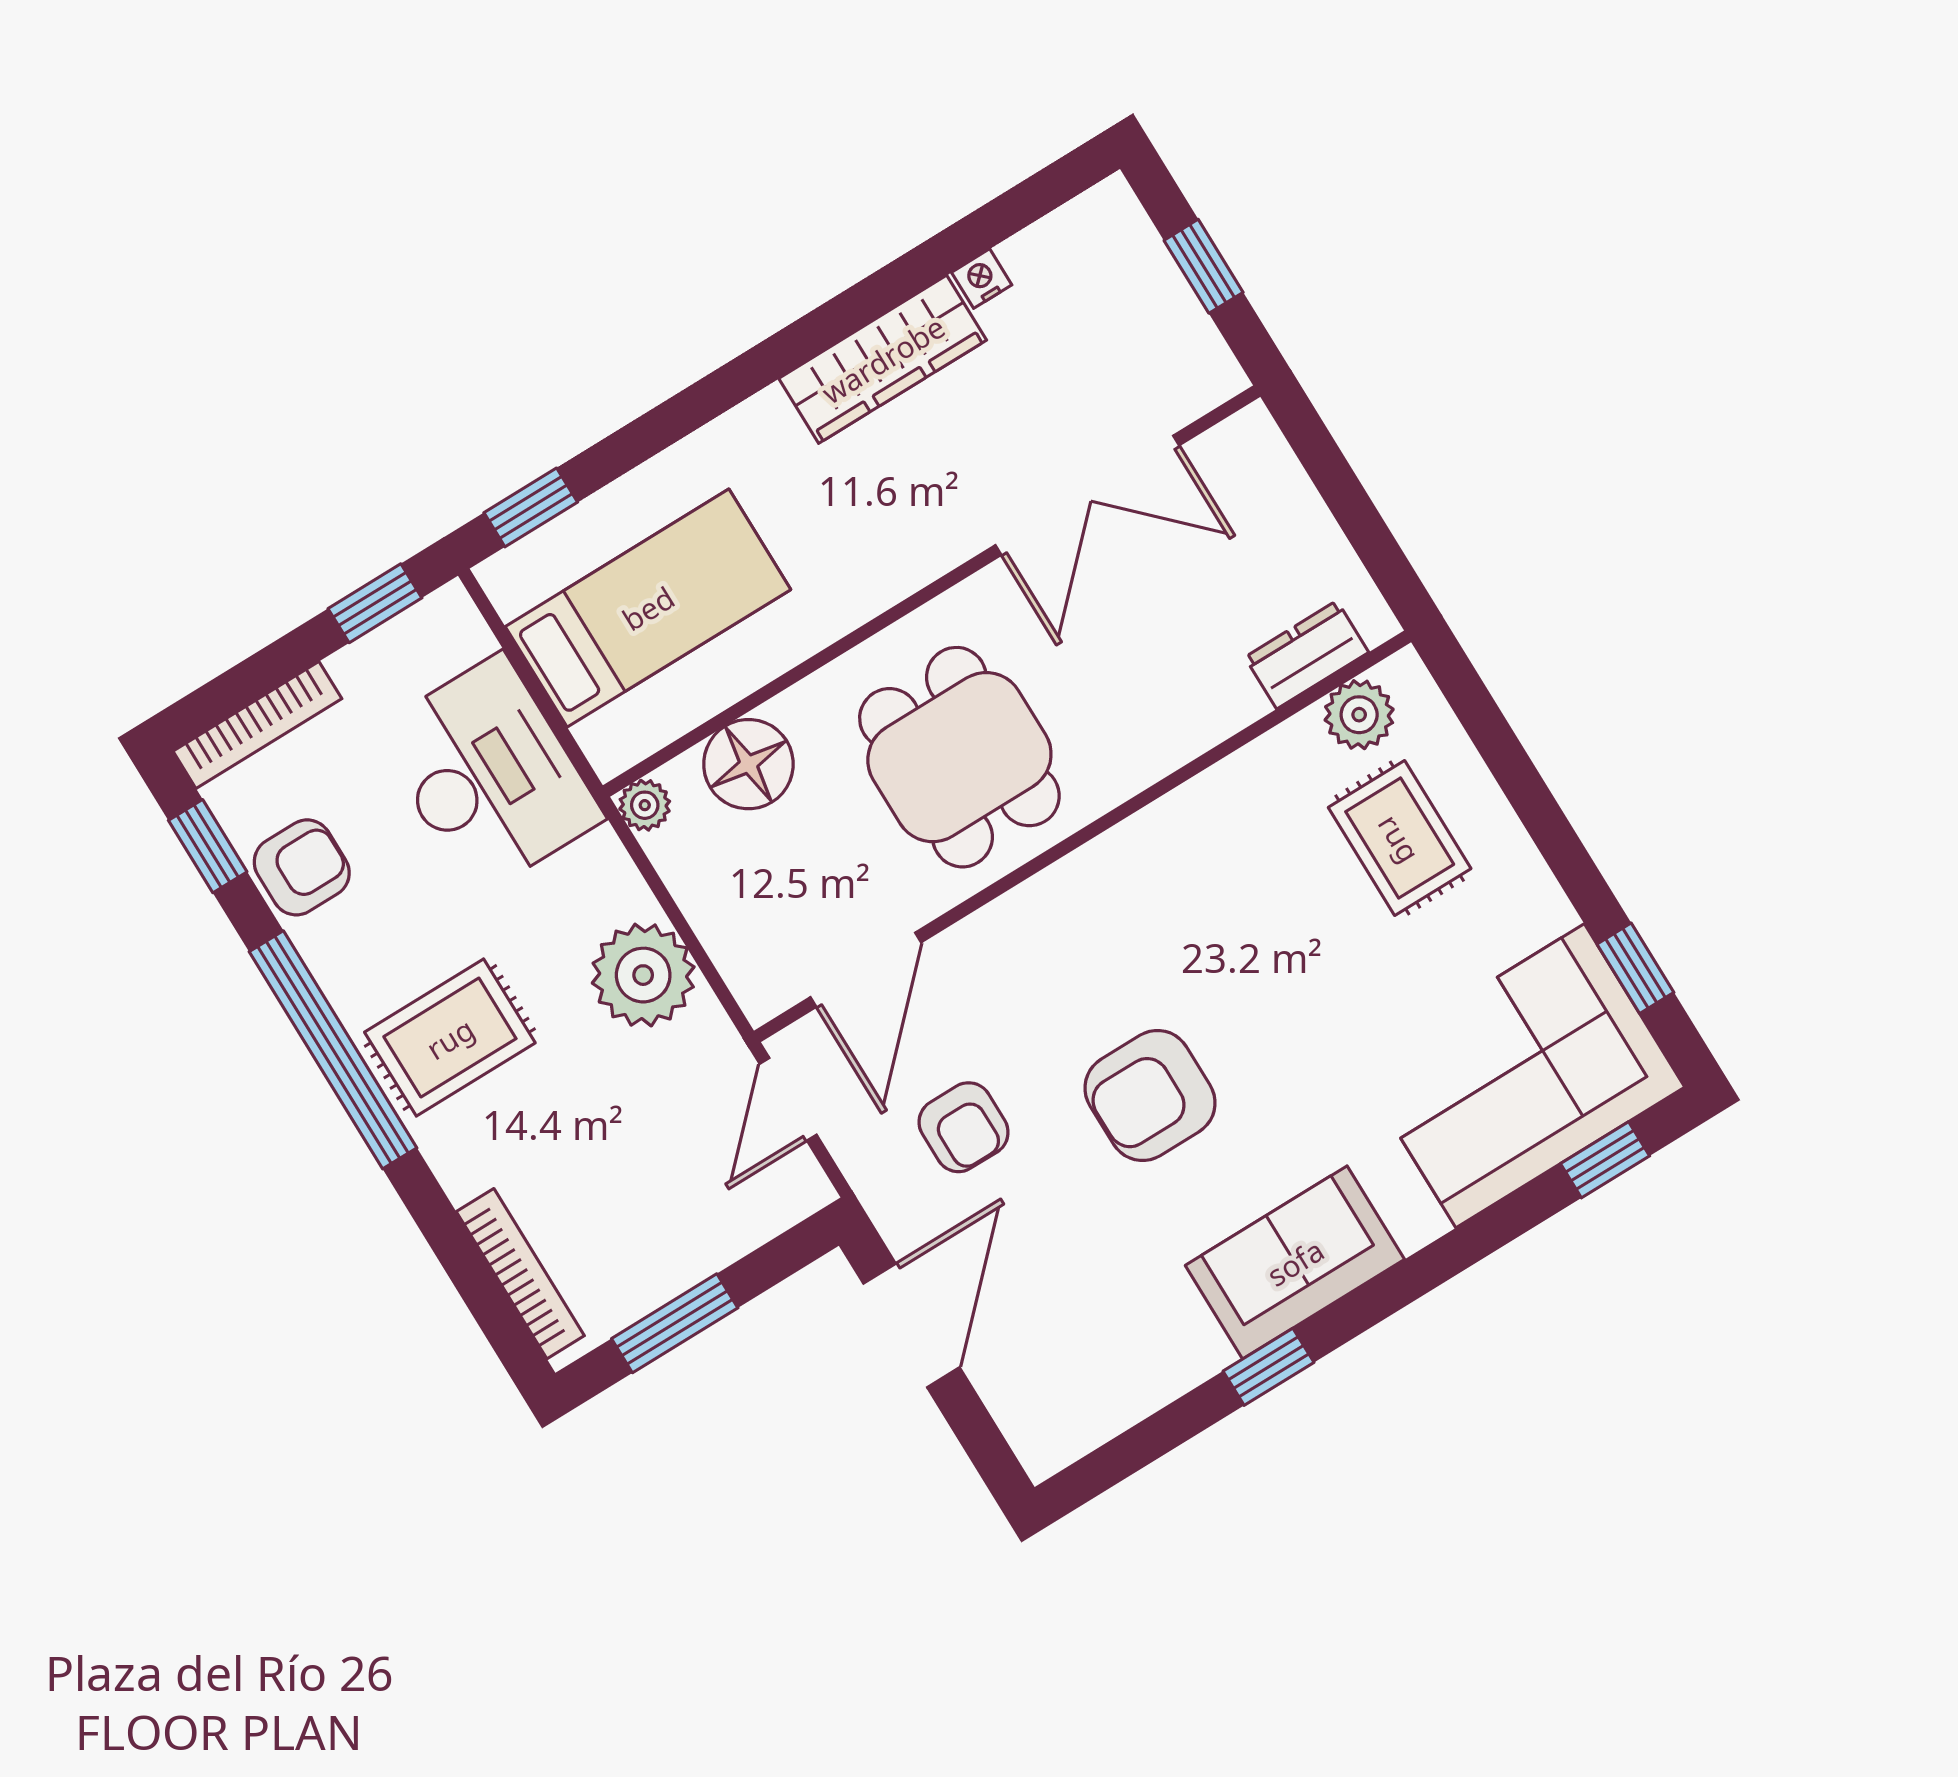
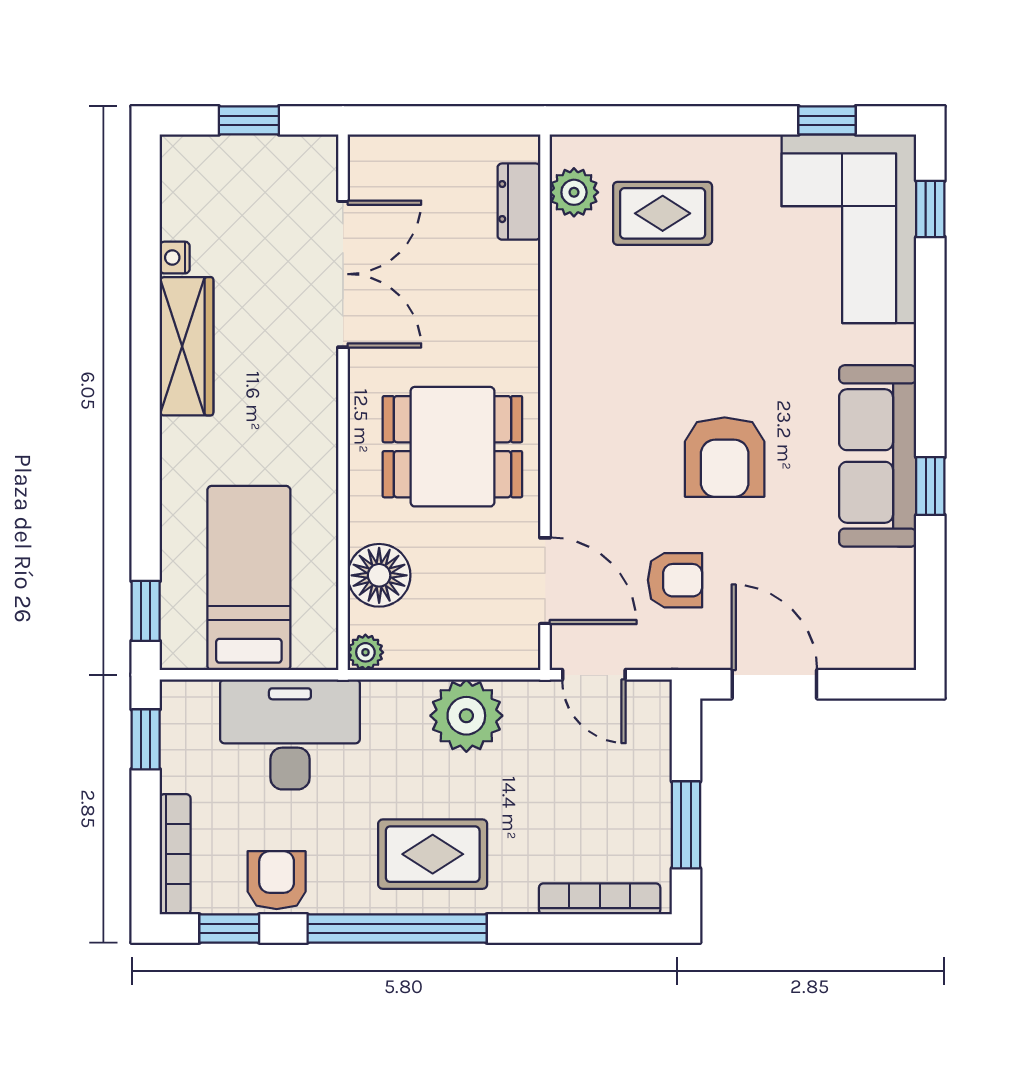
rug: (450, 1038) -> (433, 854), turned 90
sofa: (1295, 1262) -> (878, 456), width x1.36

